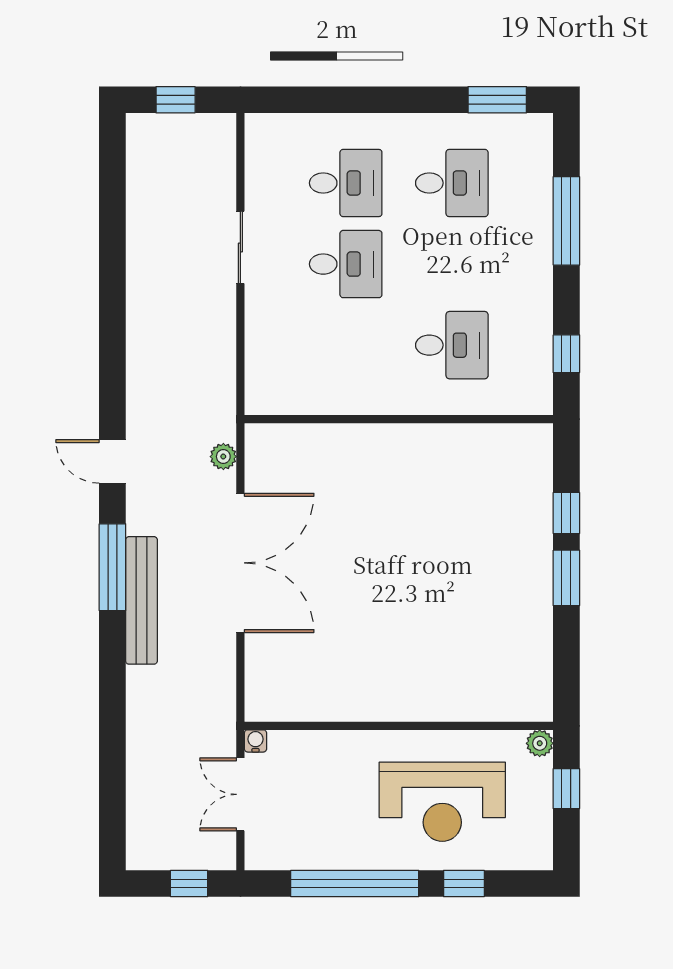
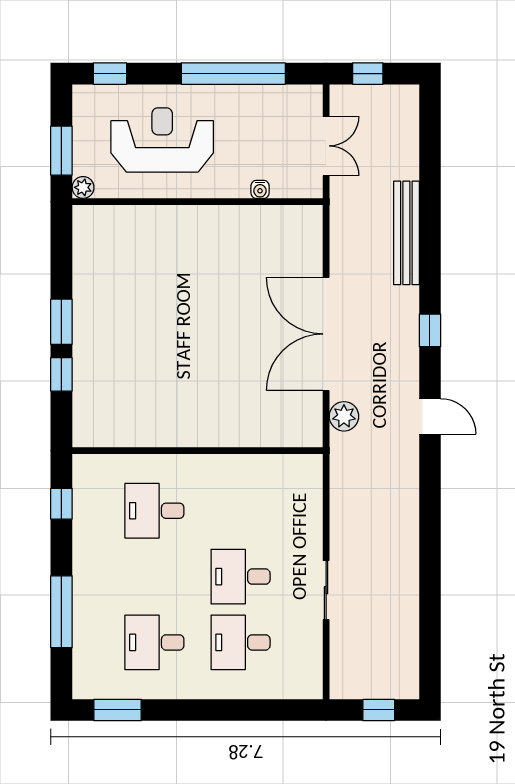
plant: (223, 457) -> (344, 416), width x1.38, depth x1.38
window: (112, 567) -> (430, 330), width x0.46
bench: (141, 600) -> (406, 233), moved
water cooler: (255, 741) -> (260, 189), moved
window: (566, 789) -> (61, 151), width x1.50
window: (464, 884) -> (110, 74), moved

